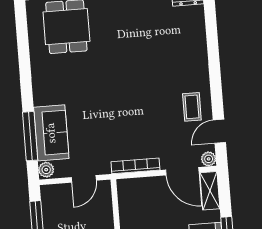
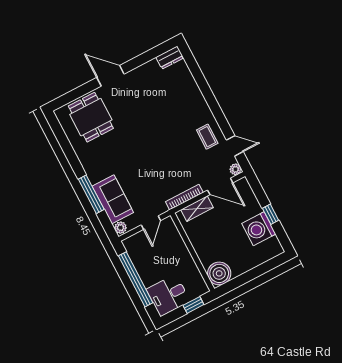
door: (219, 131) -> (235, 146), swing flipped
window: (30, 136) -> (91, 194), moved
shelving: (210, 191) -> (197, 209), moved, turned 90

